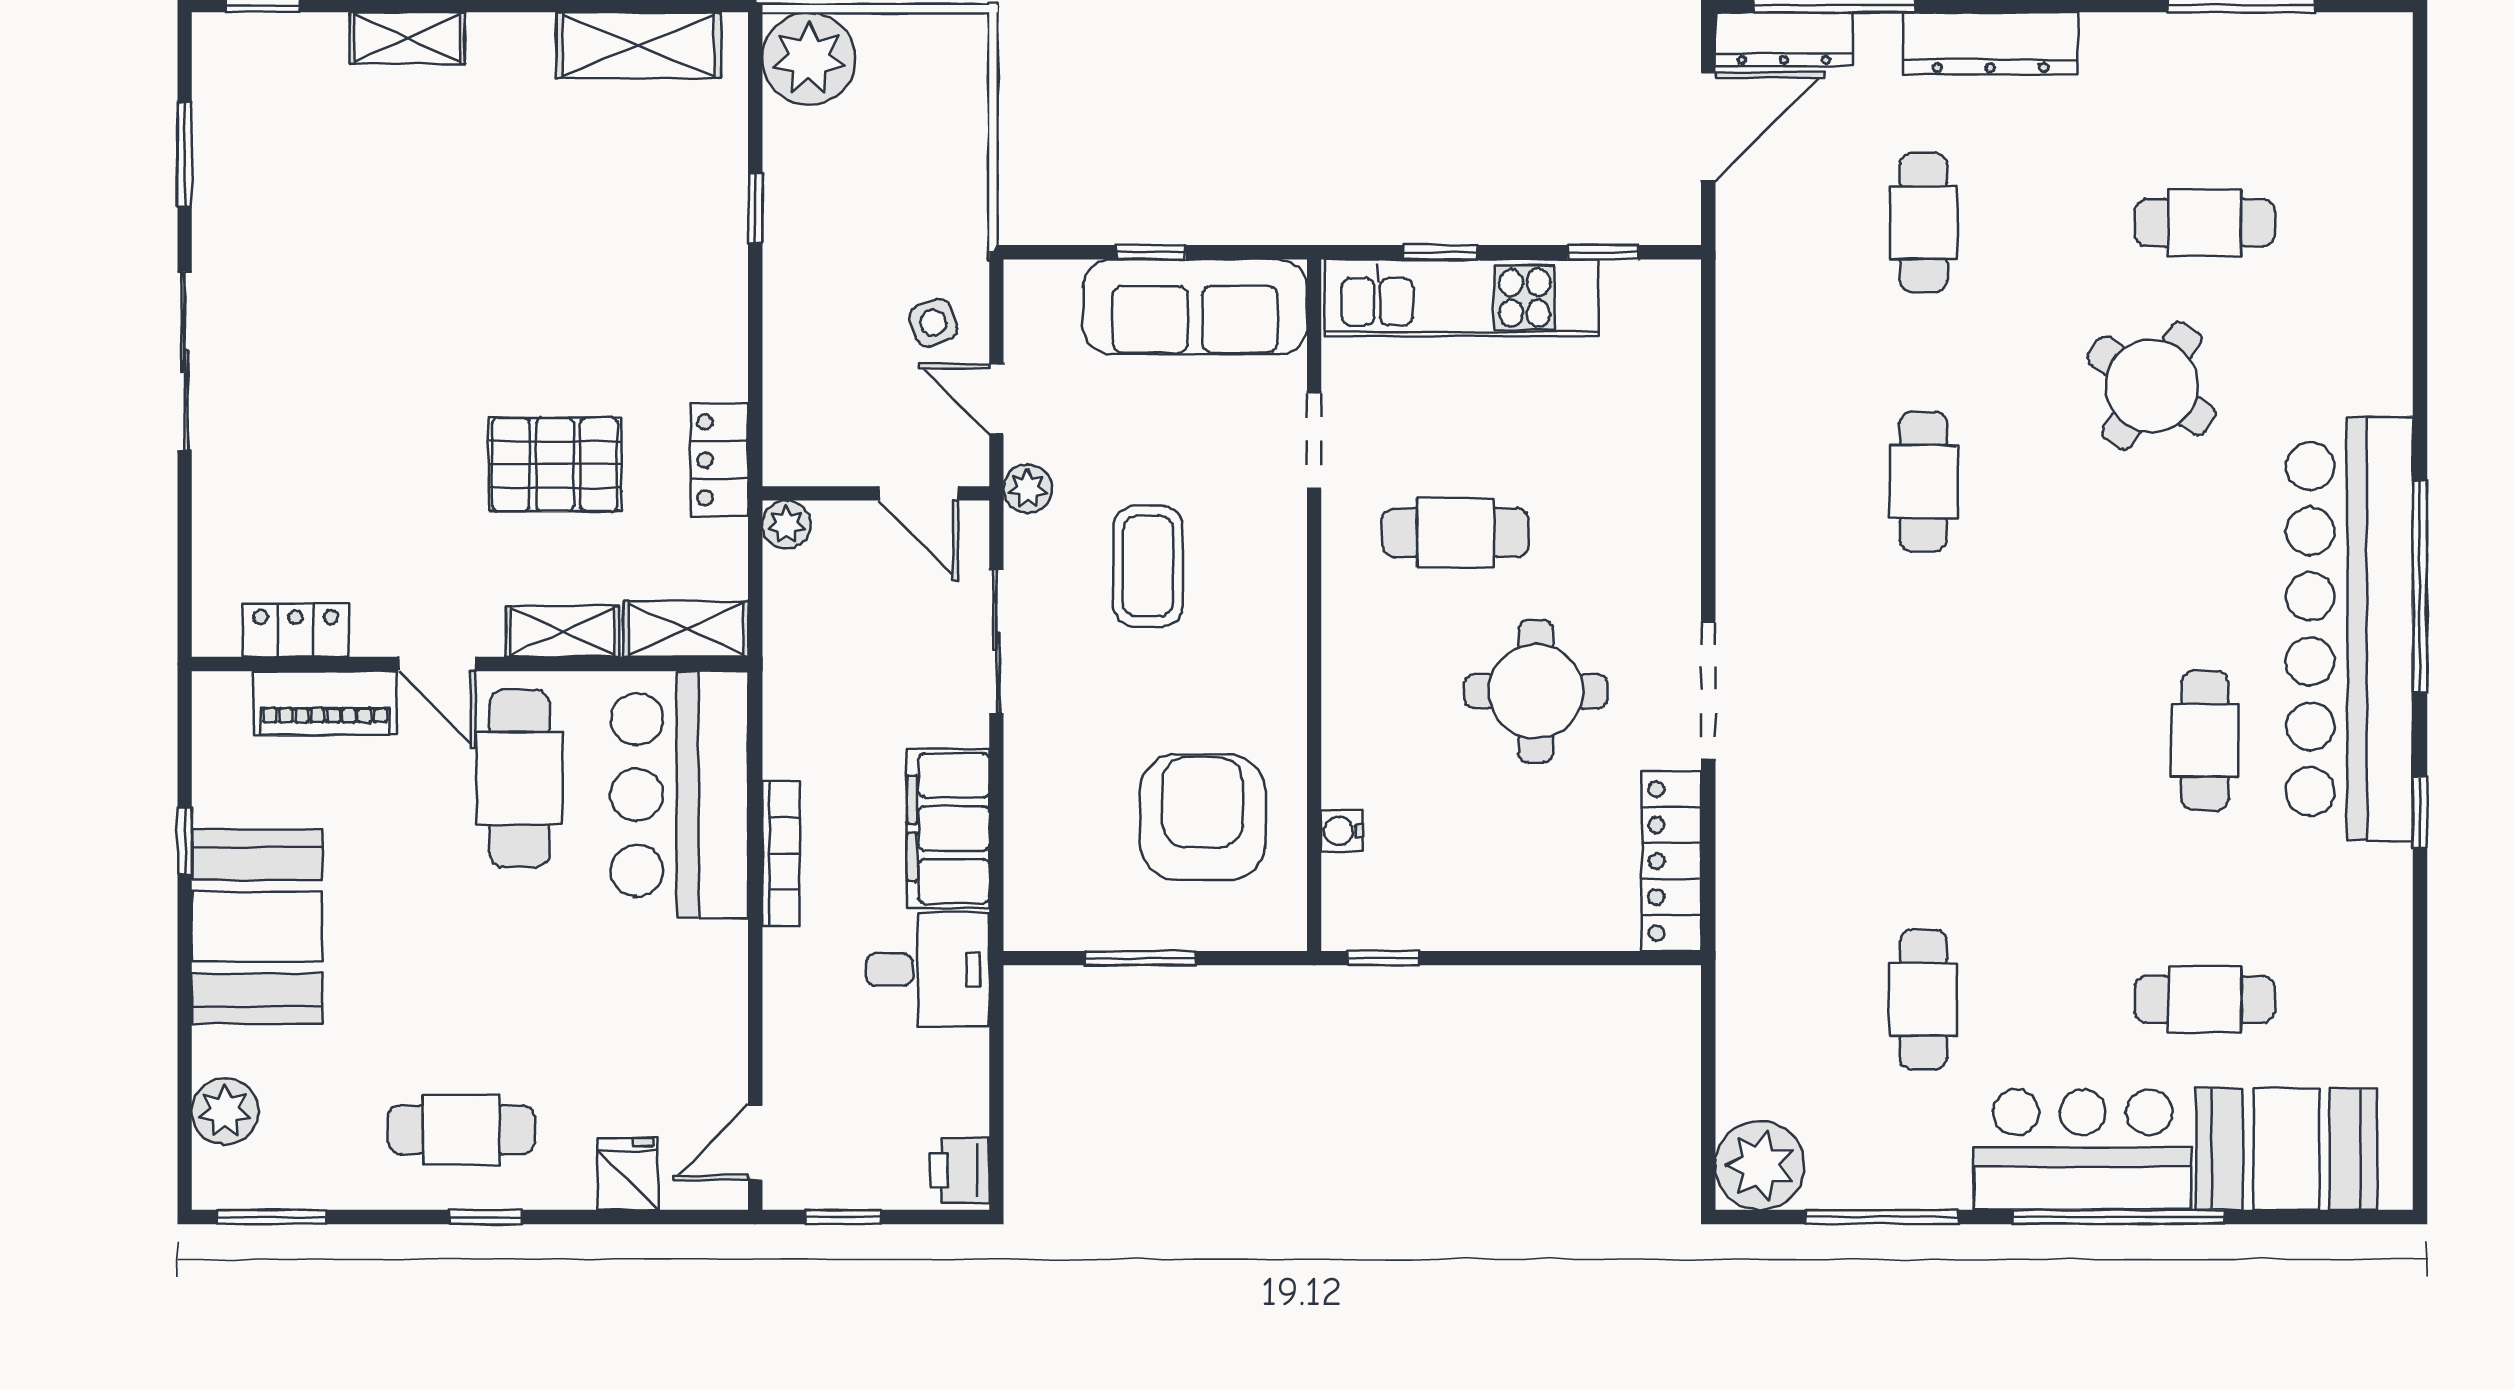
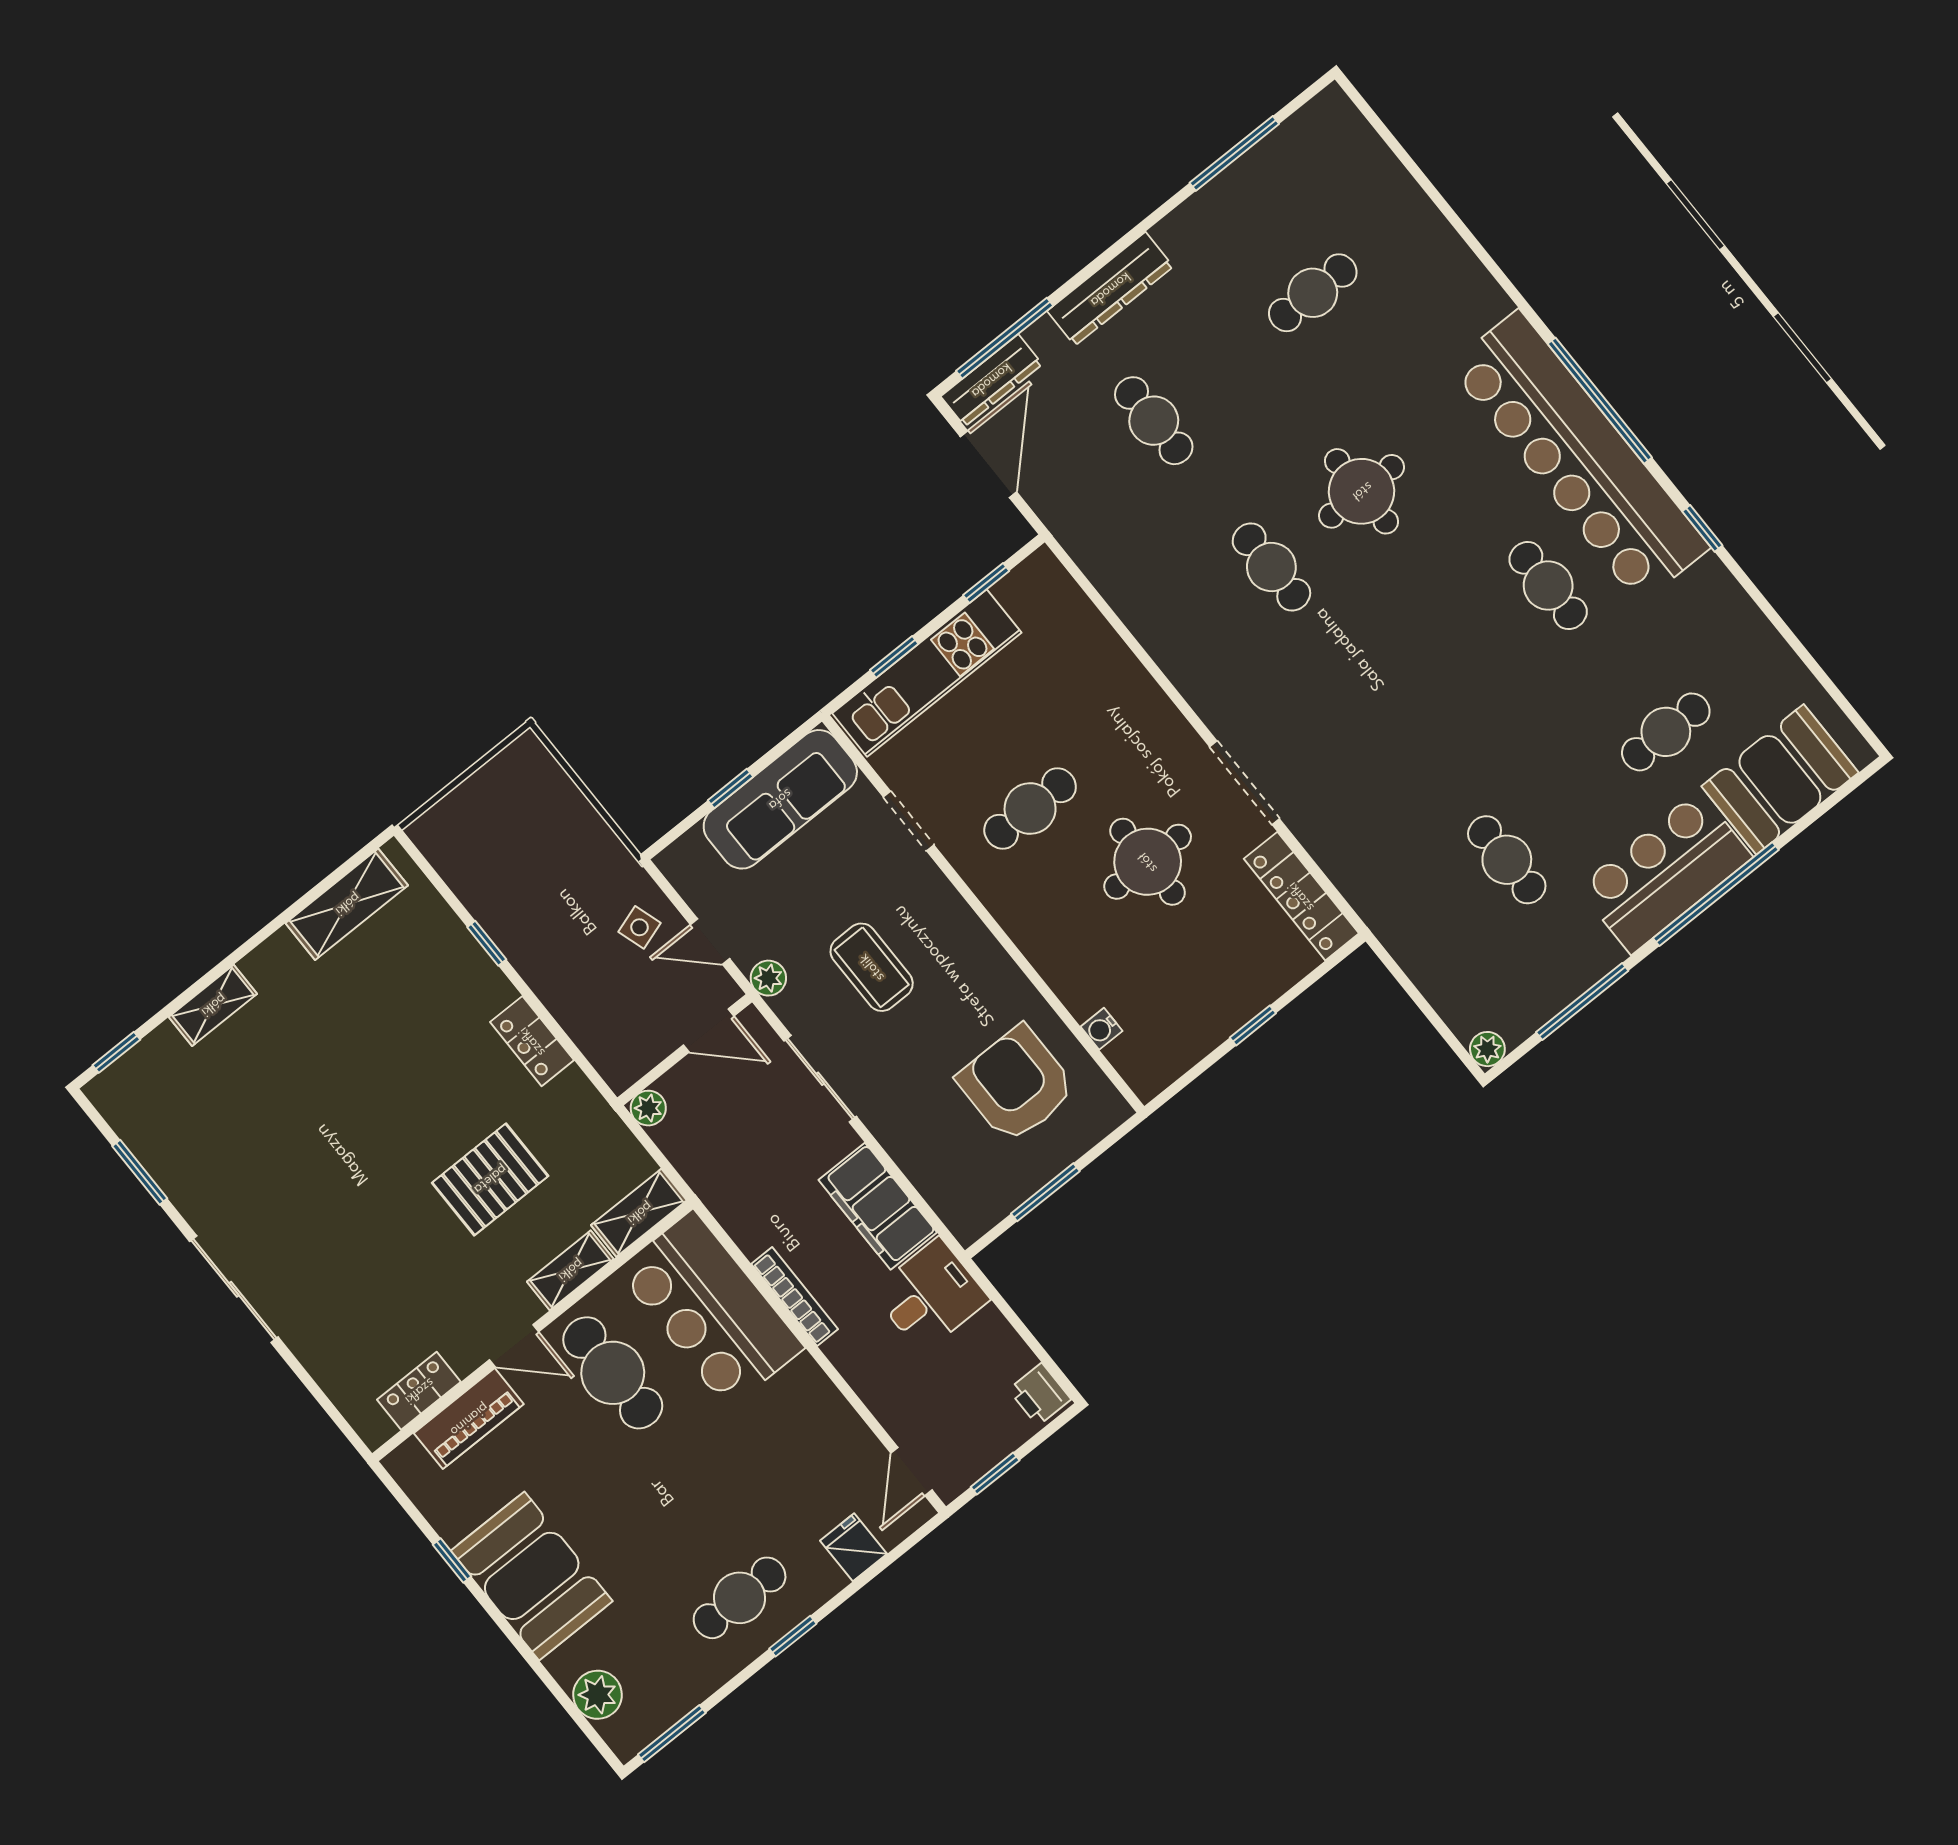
plant: (809, 59) -> (449, 835), removed
round table: (2152, 386) -> (1362, 491), moved, turned -34
locker: (719, 460) -> (532, 1041), moved
window: (1384, 958) -> (1253, 1025), moved
plant: (1760, 1165) -> (1487, 1049), width x0.53, depth x0.53

